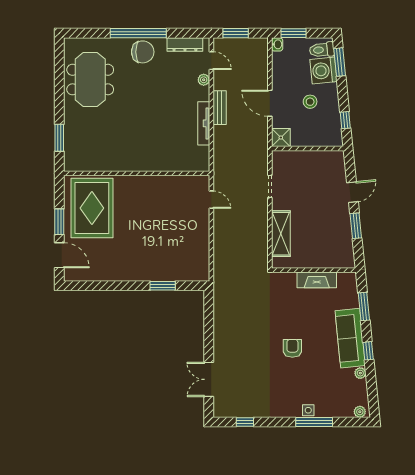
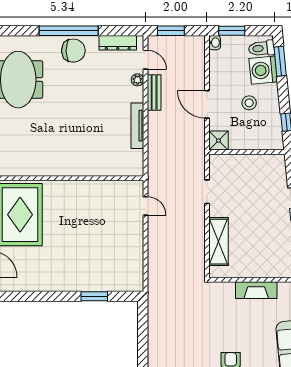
bench: (220, 108) -> (154, 92), moved

